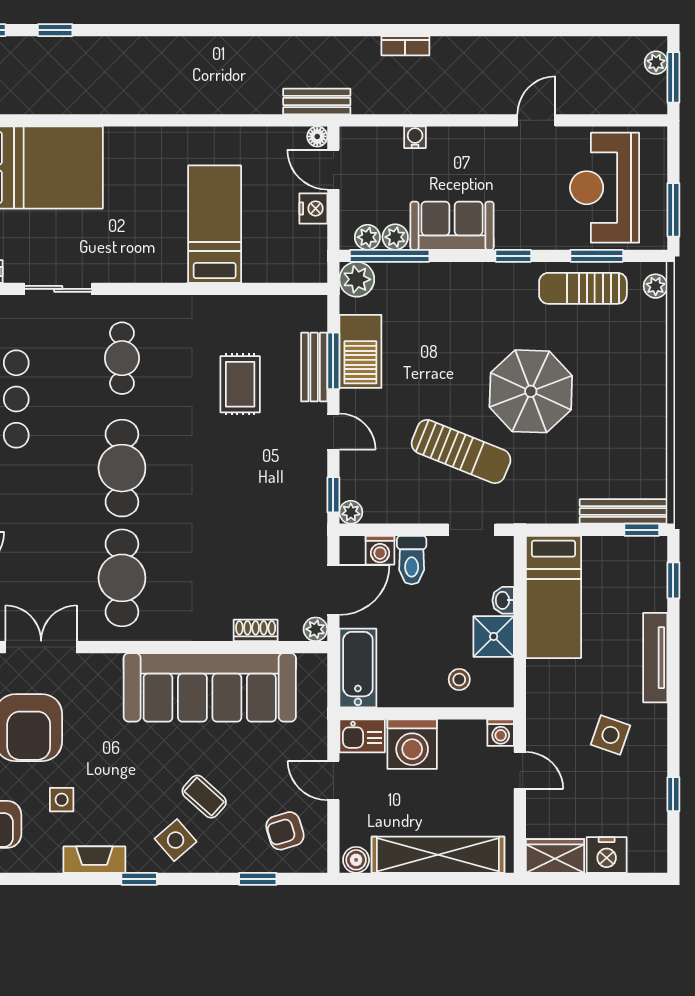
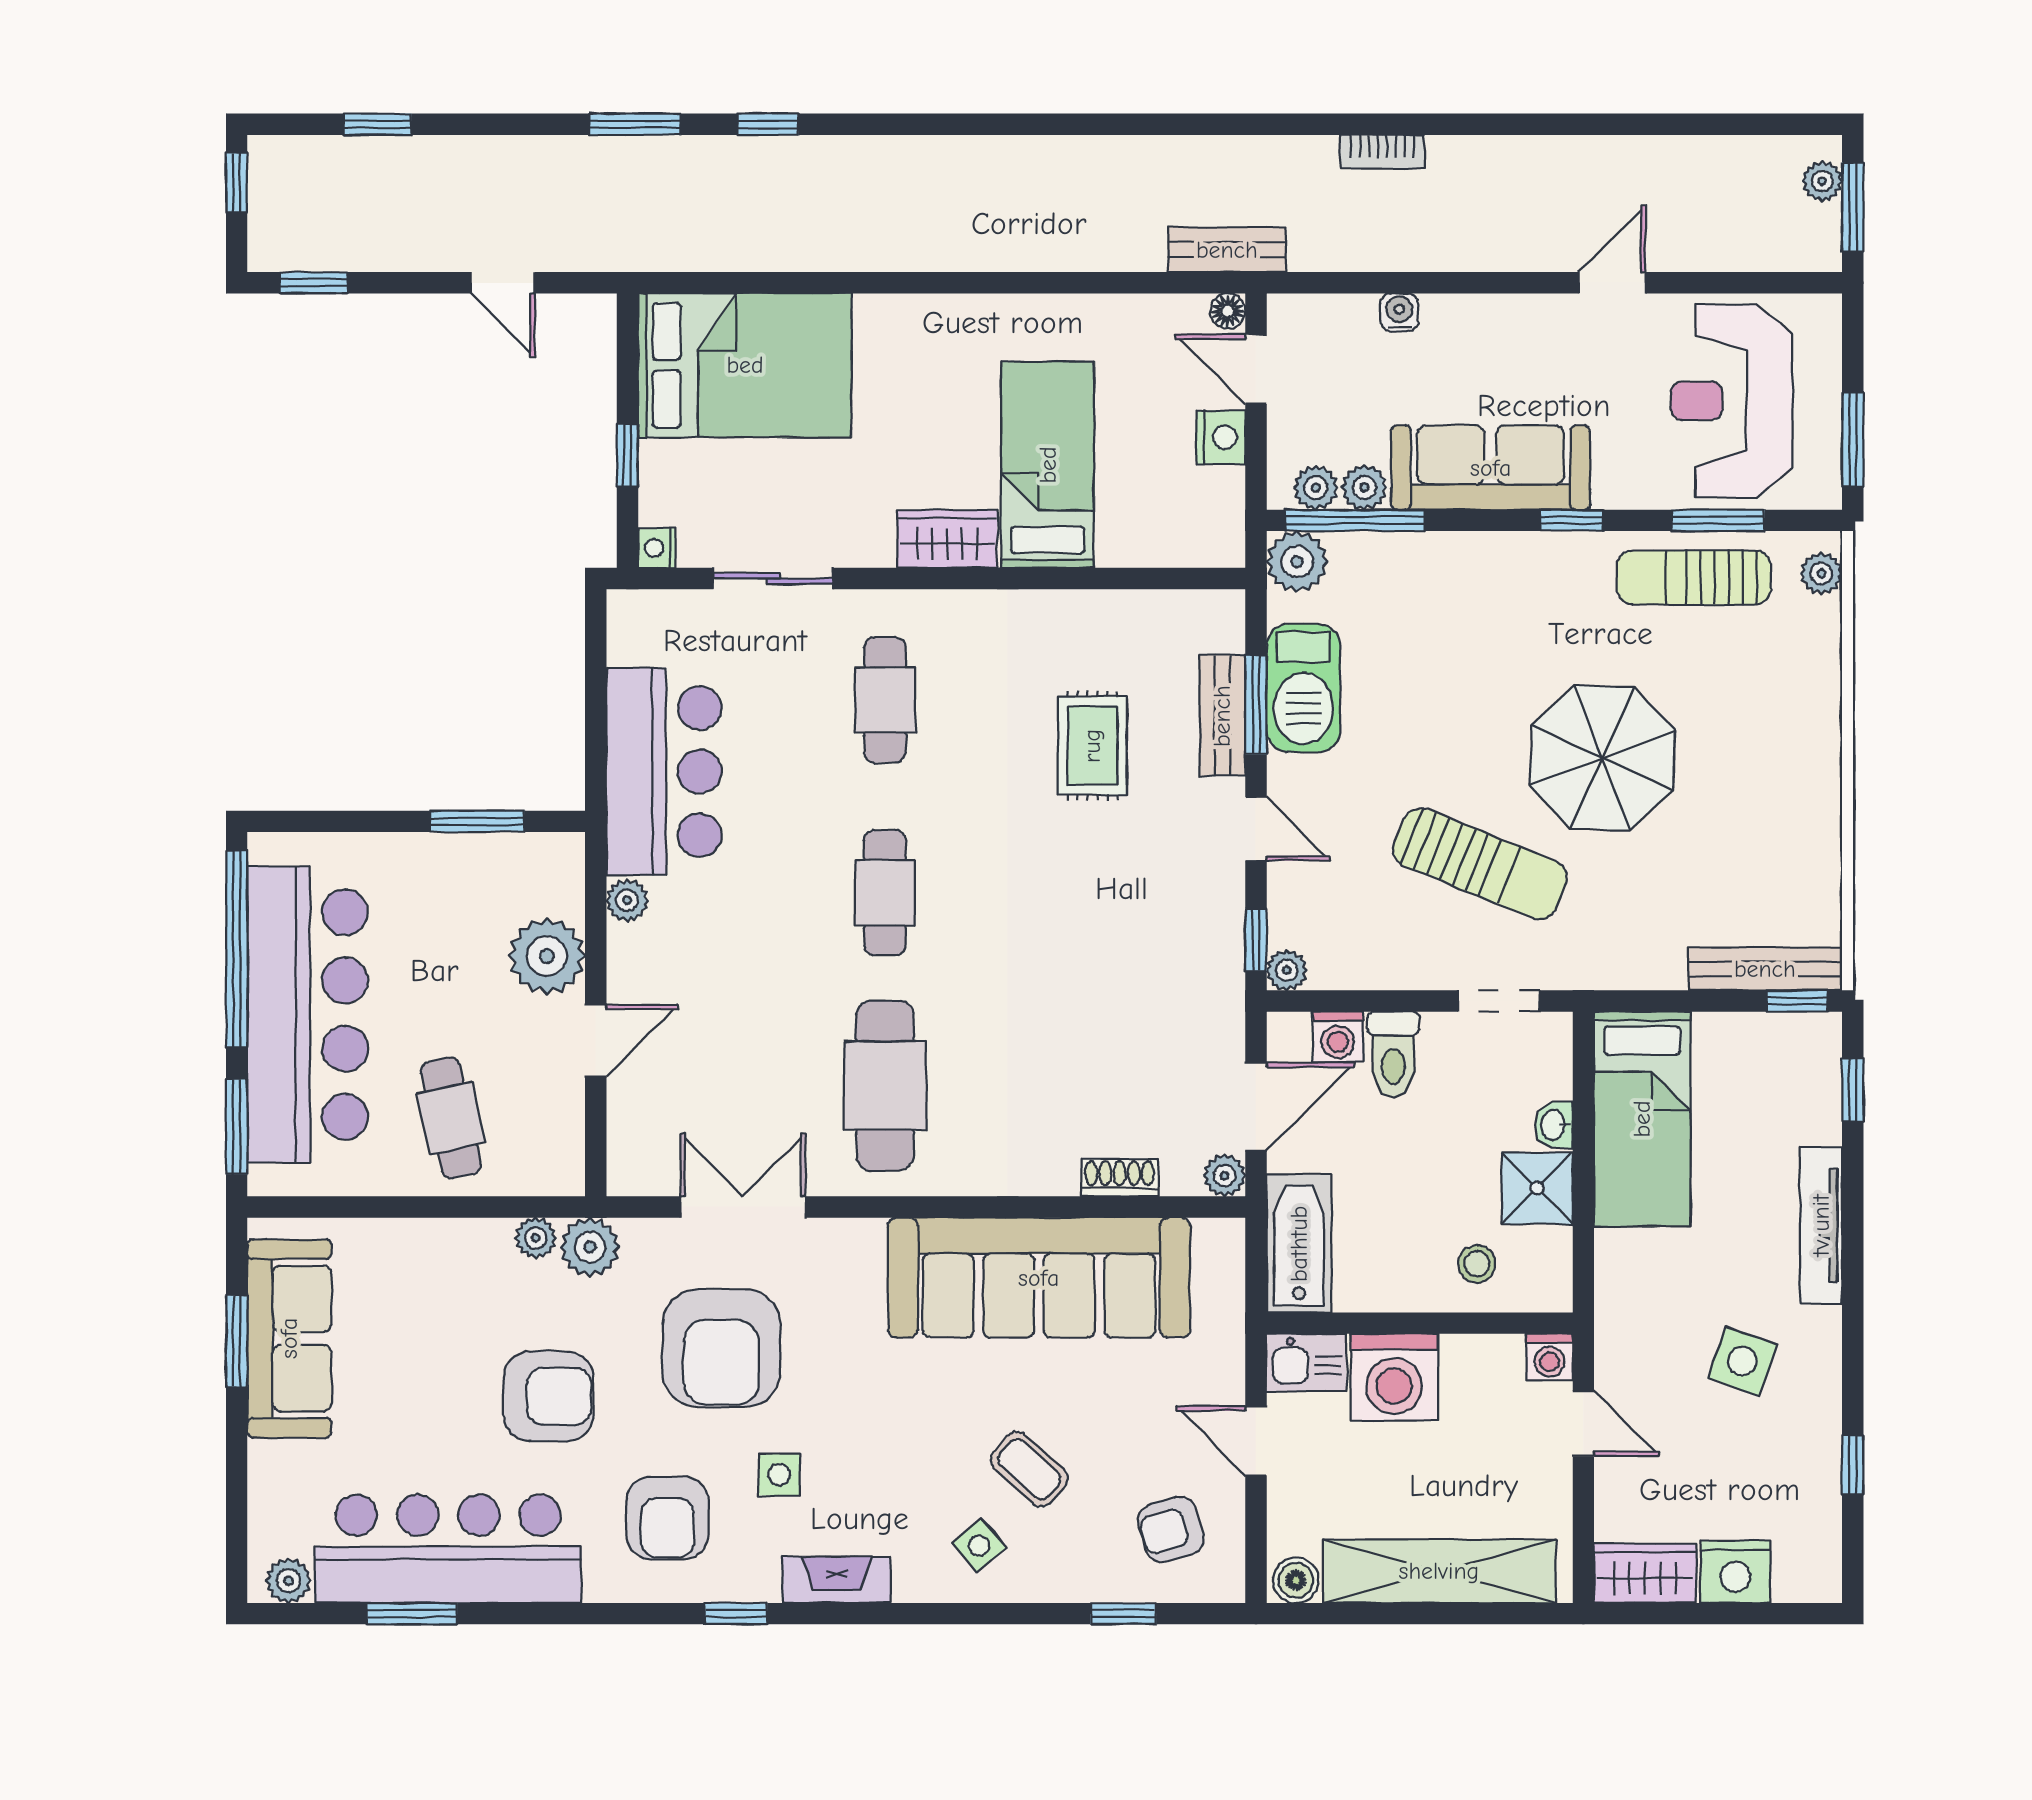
sofa: (452, 226) -> (1491, 468), width x1.36
wardrobe: (157, 266) -> (947, 539), added
cafe table: (122, 468) -> (885, 893), width x0.73, depth x0.74
side table: (176, 840) -> (979, 1545), width x0.73, depth x0.73
window: (139, 879) -> (736, 1614), moved

